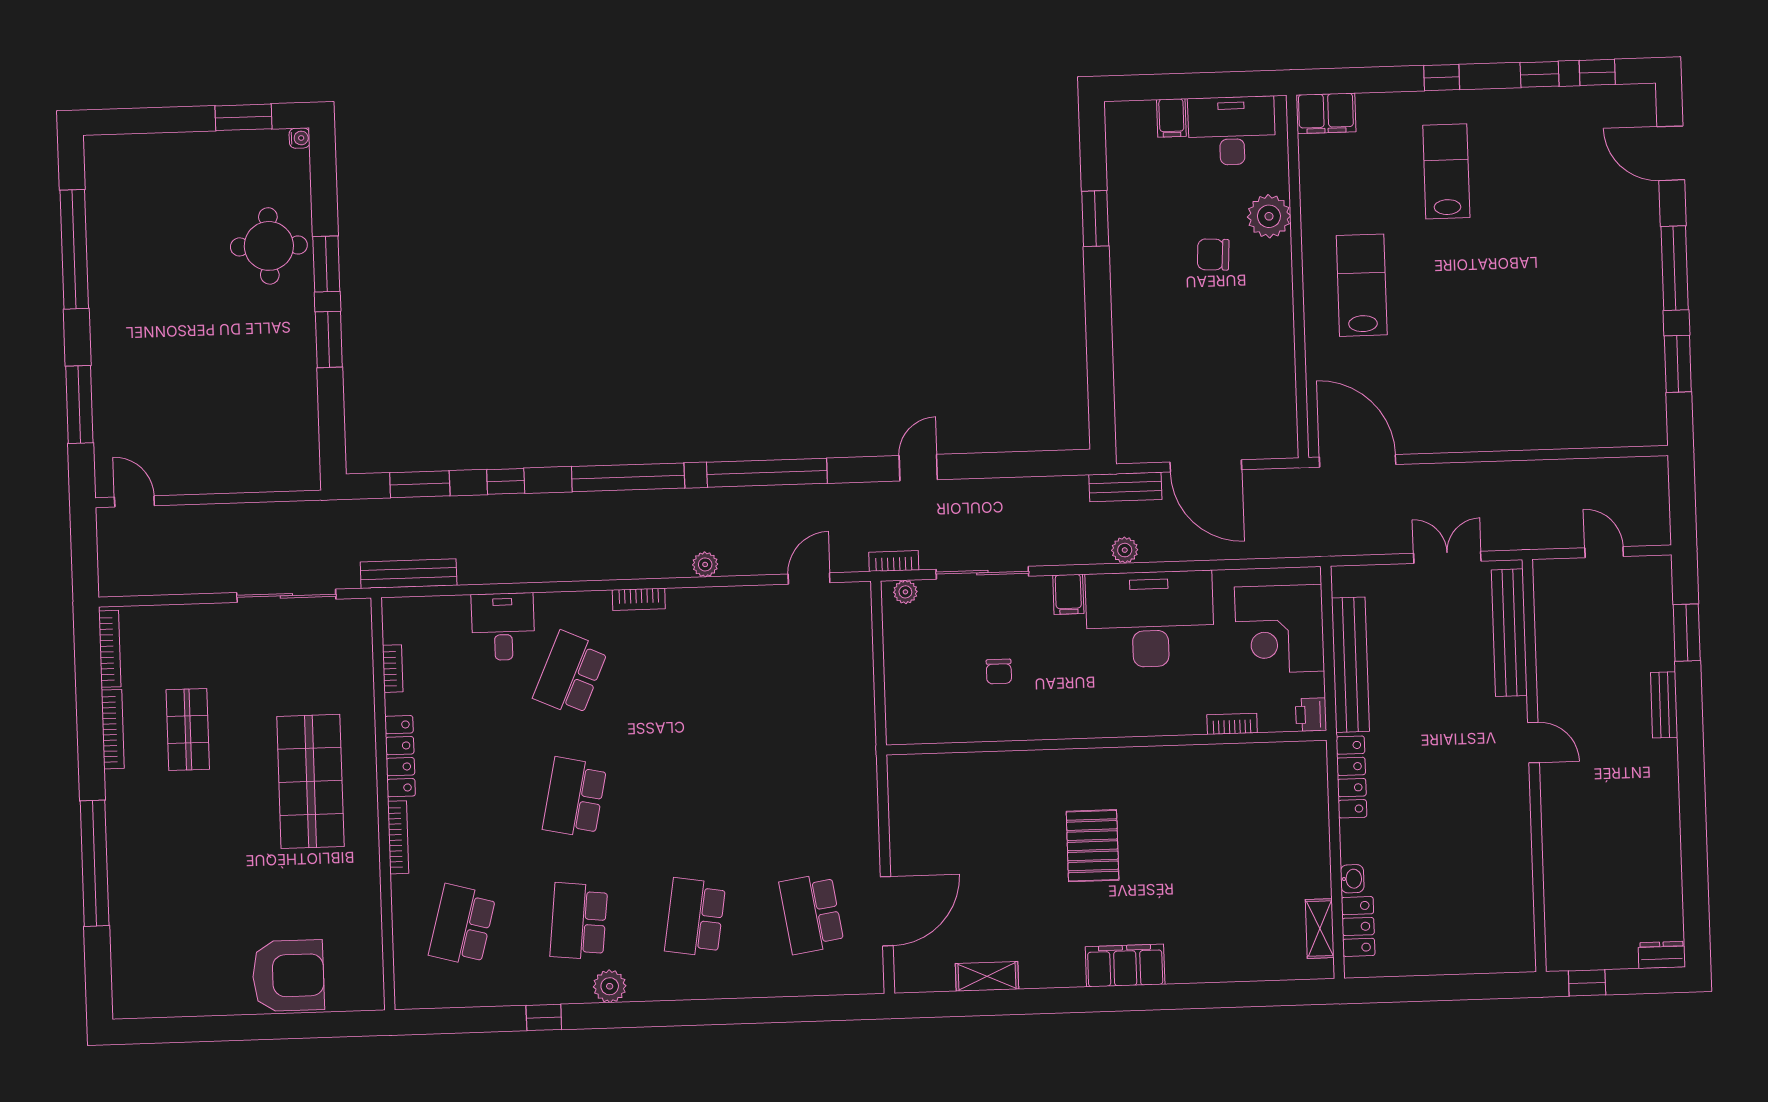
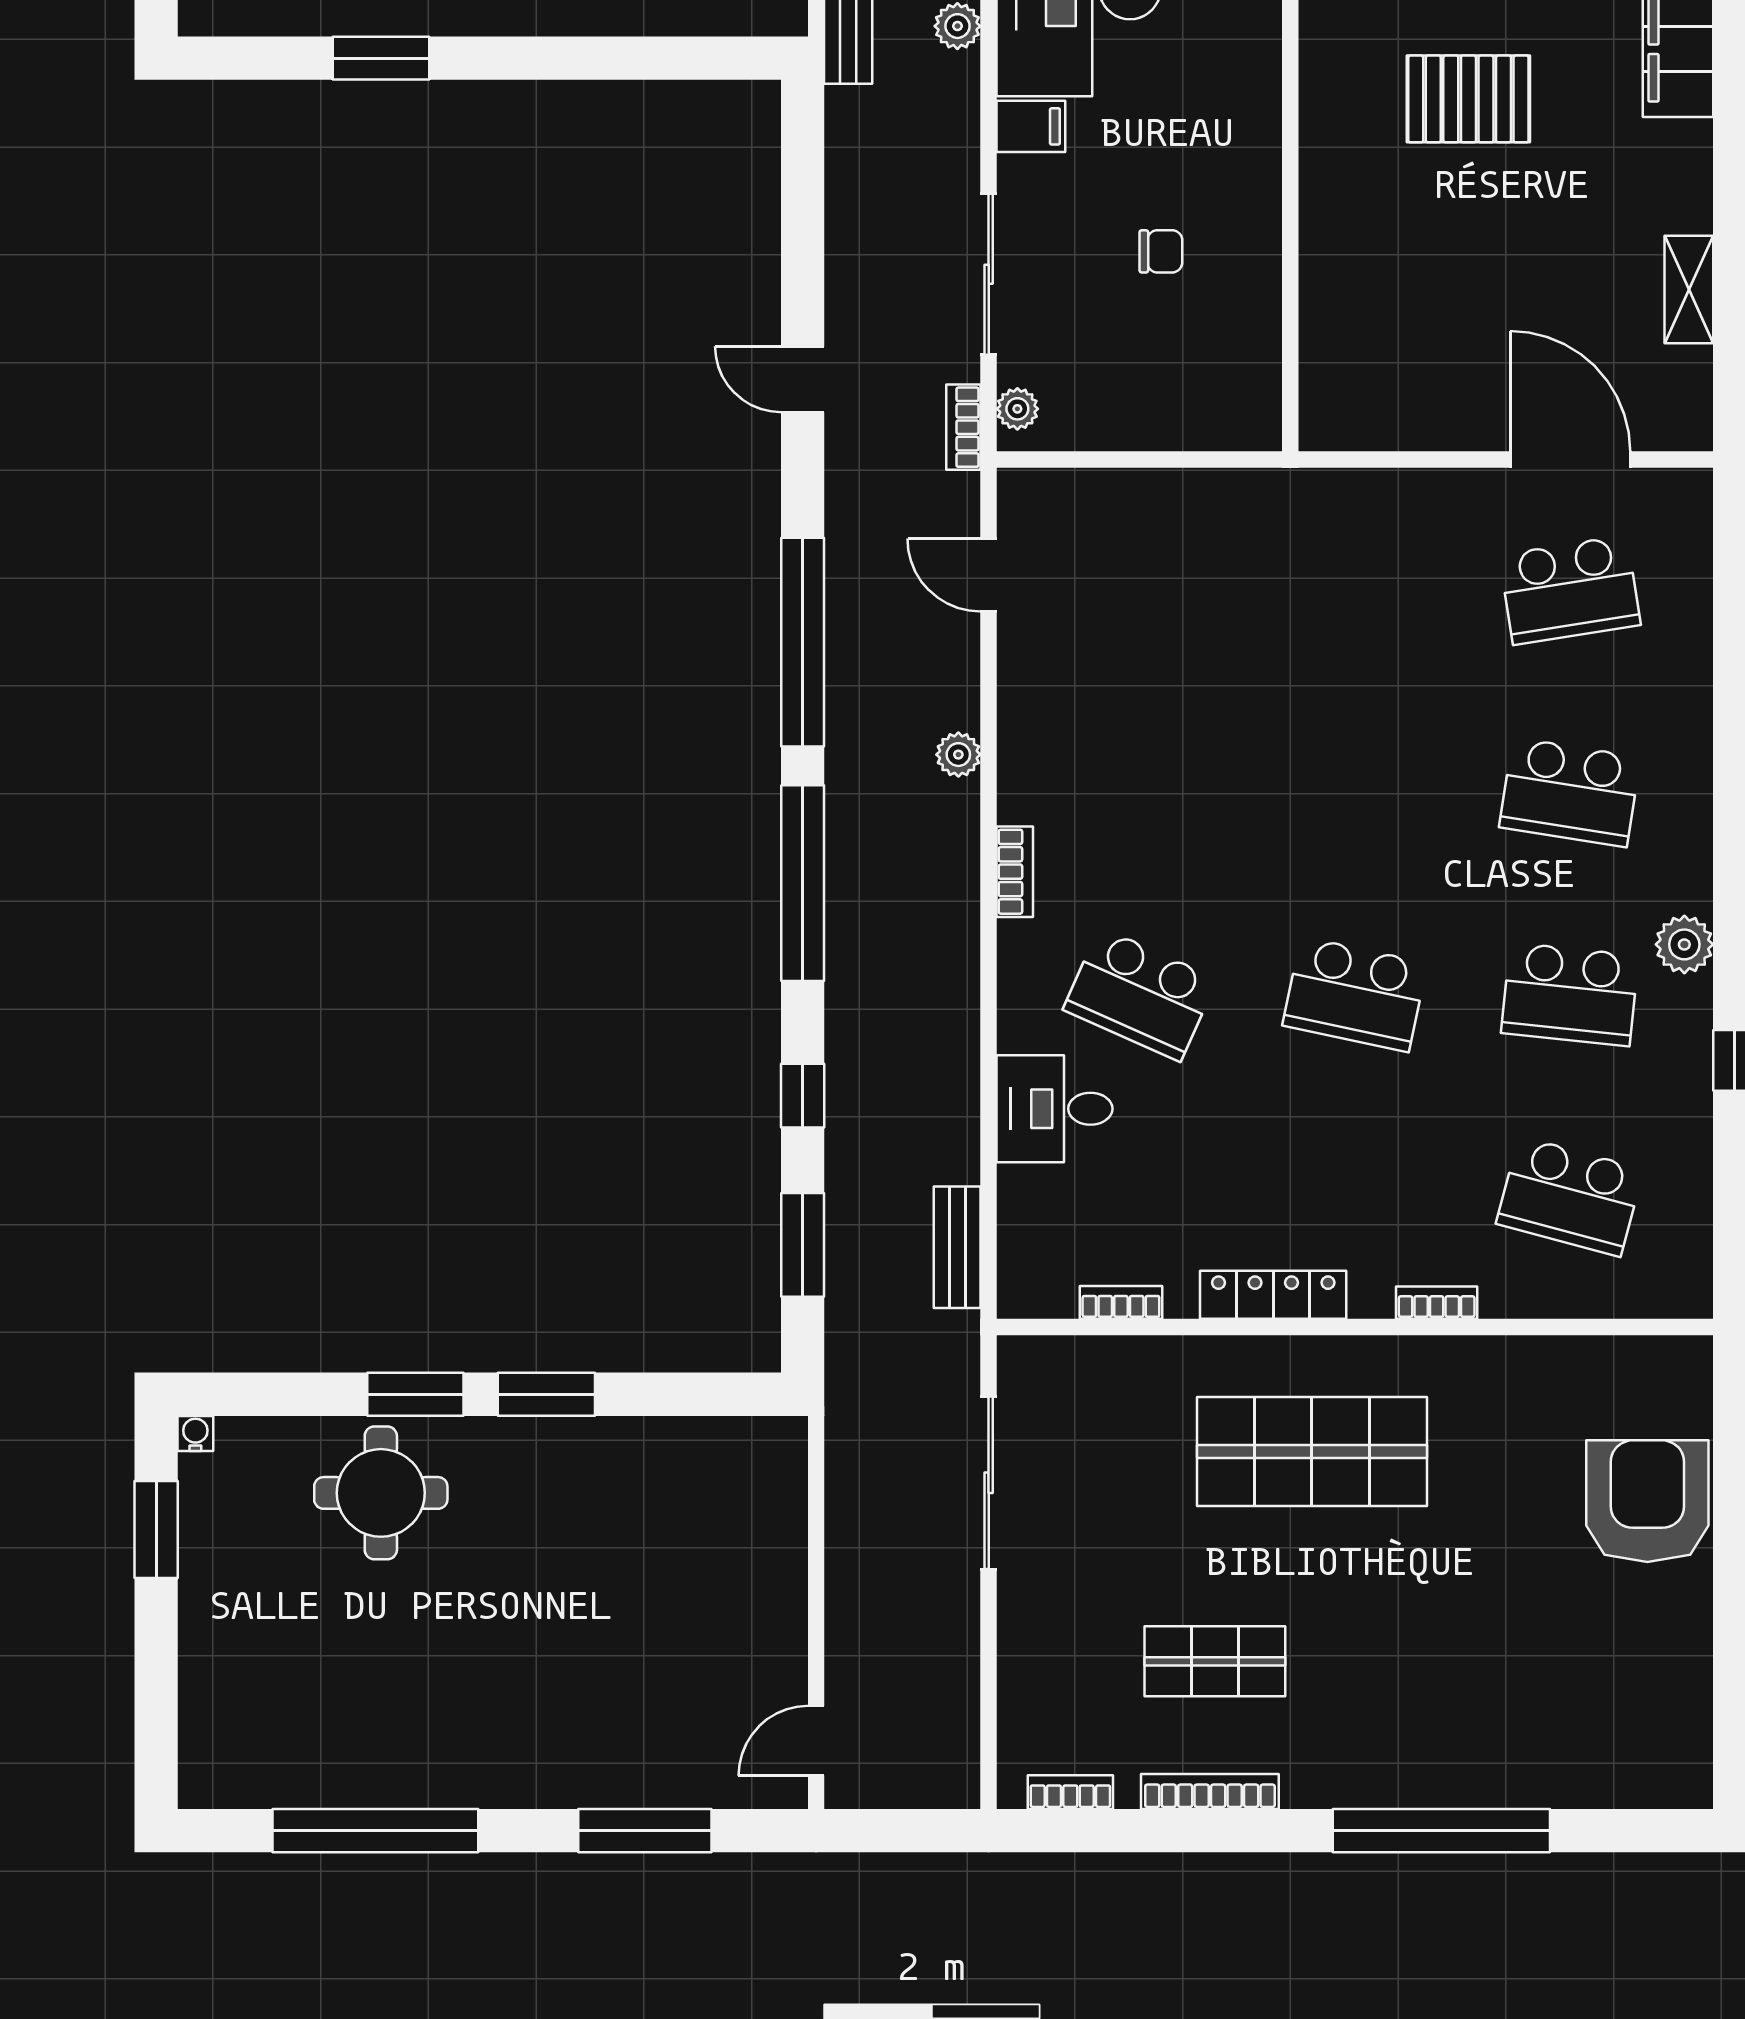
bench: (409, 574) -> (957, 1247), width x0.73
bookcase: (110, 649) -> (1070, 1792), width x0.64
bookcase: (398, 837) -> (1437, 1303), width x0.64

